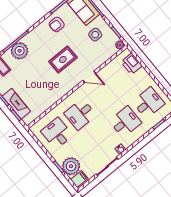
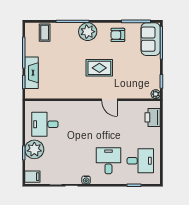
side table: (95, 35) -> (142, 69), removed
plant: (20, 51) -> (88, 32), moved
desk: (80, 114) -> (77, 124), removed
desk: (125, 122) -> (108, 161), turned -90
desk: (57, 133) -> (45, 124), turned -90
plant: (71, 166) -> (34, 149), moved

